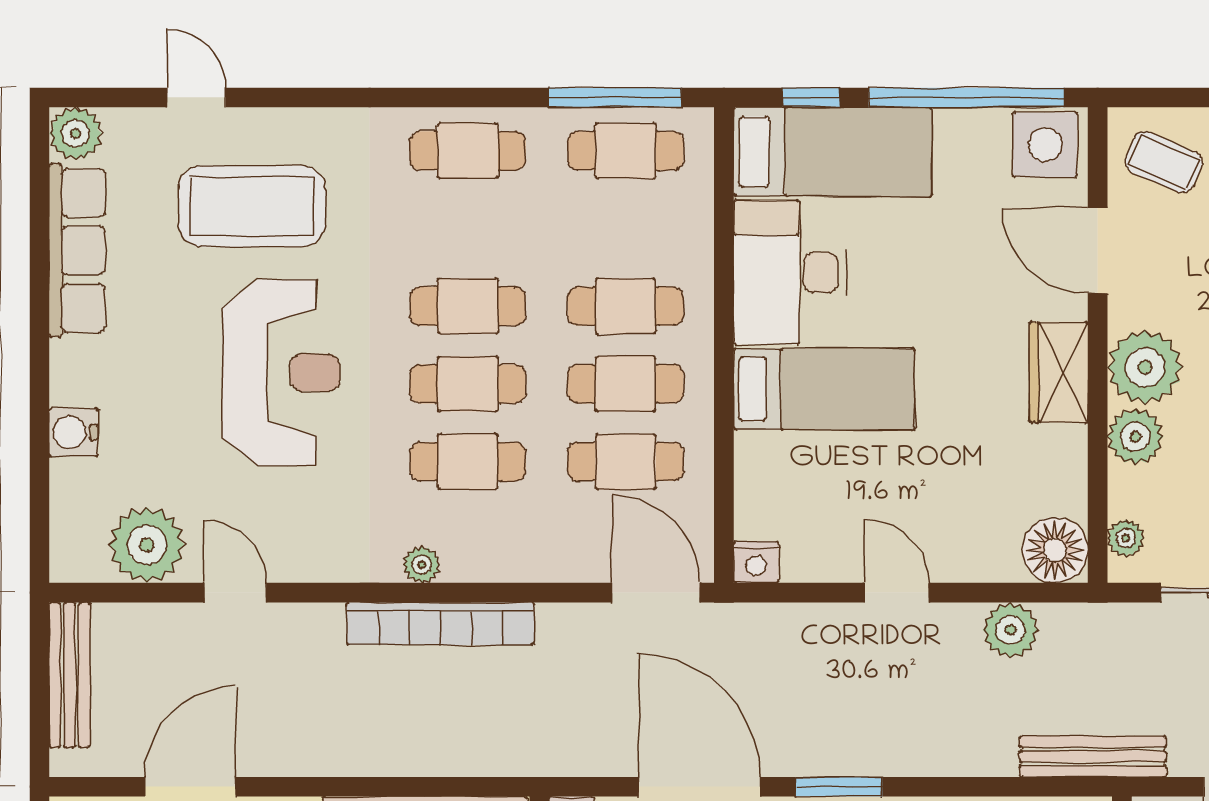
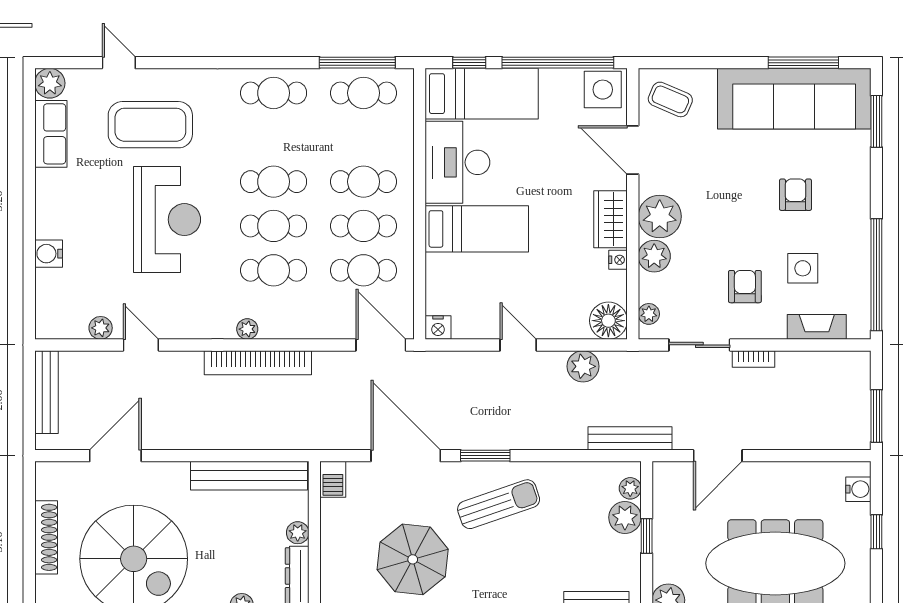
row of seats: (77, 250) -> (51, 134), width x0.68
nightstand: (1072, 443) -> (618, 260), added
plant: (147, 545) -> (101, 328), width x0.53, depth x0.53

